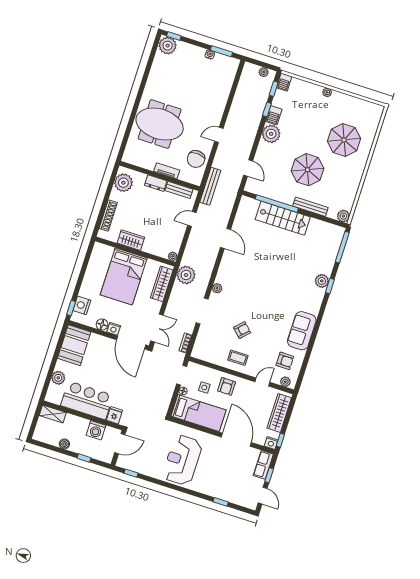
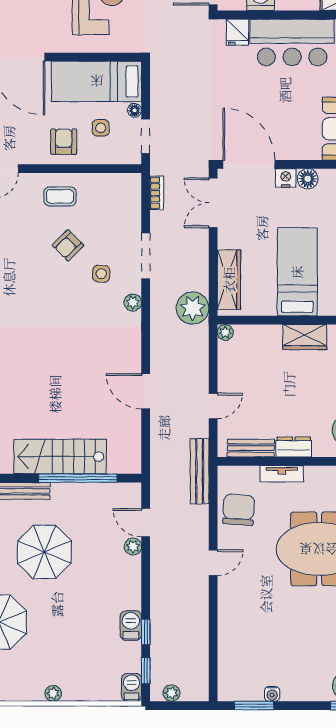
plant: (271, 134) -> (133, 547), moved, width x0.53, depth x0.53
bed: (124, 276) -> (297, 272), width x0.67
side table: (229, 309) -> (101, 274), added

